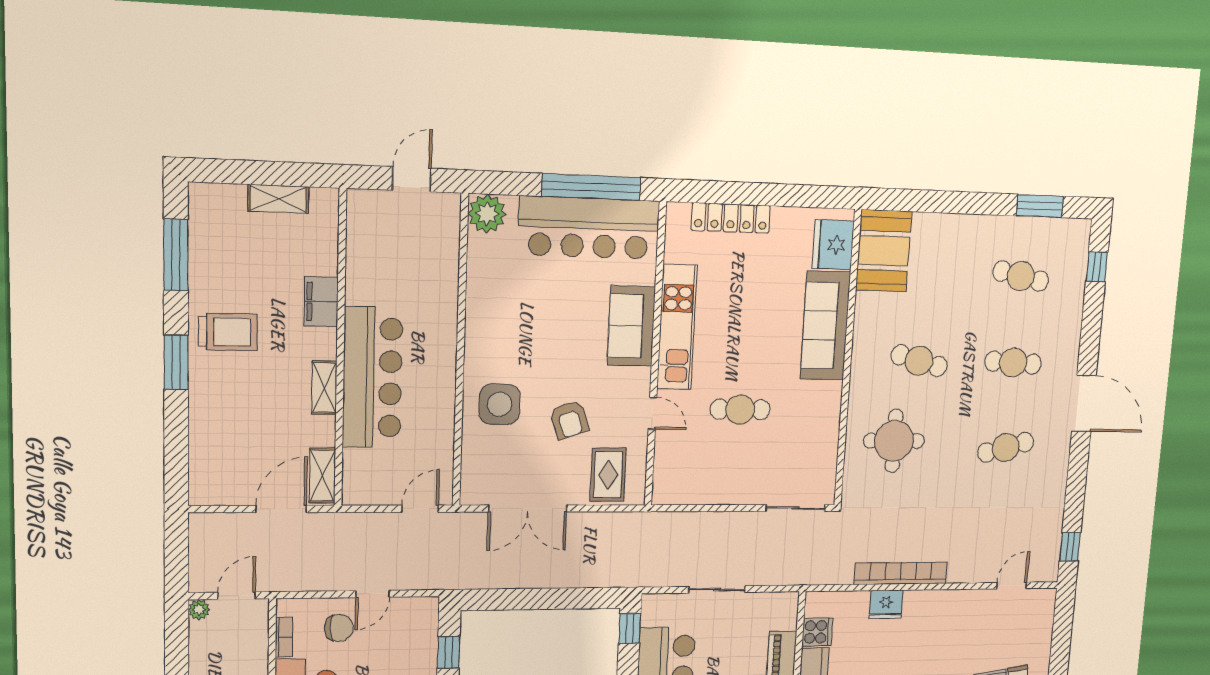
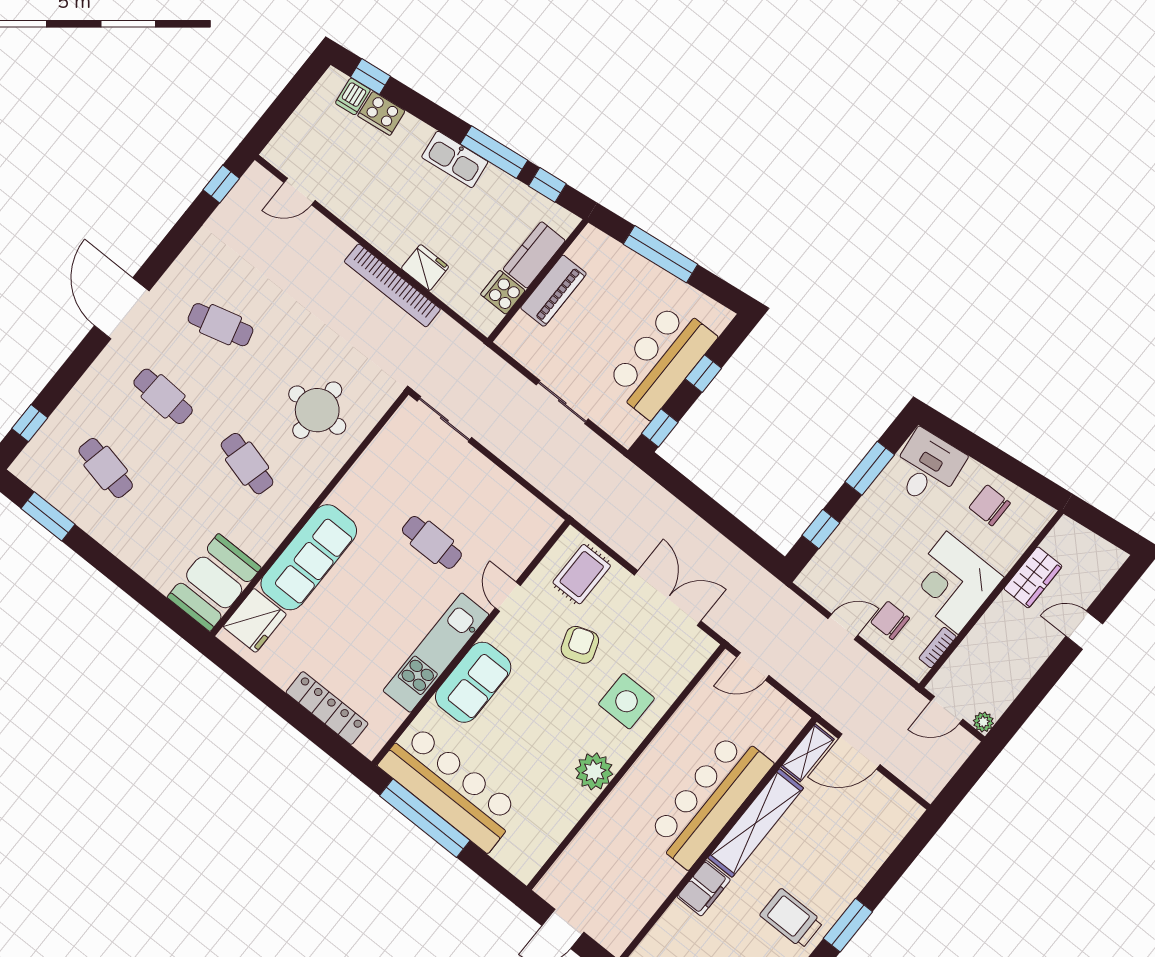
plant: (487, 214) -> (594, 771), moved
shelving: (324, 388) -> (756, 823), width x2.20, depth x1.33

